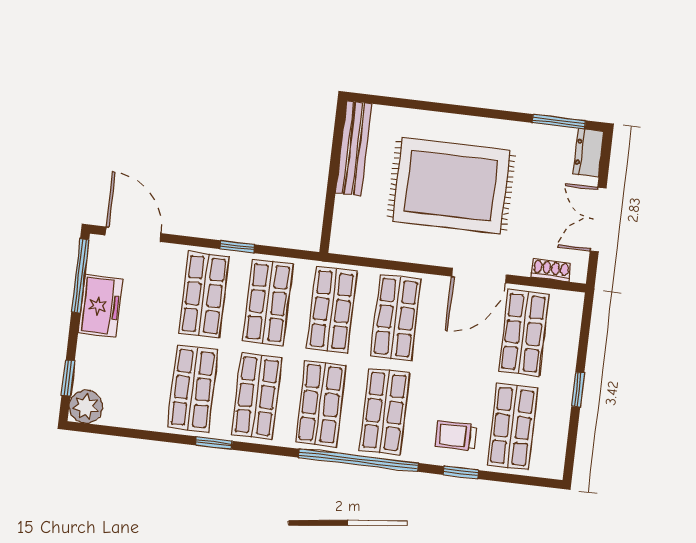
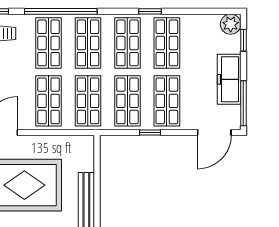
door: (133, 234) -> (214, 132), hinge flipped
freezer: (100, 306) -> (229, 79), width x1.40

